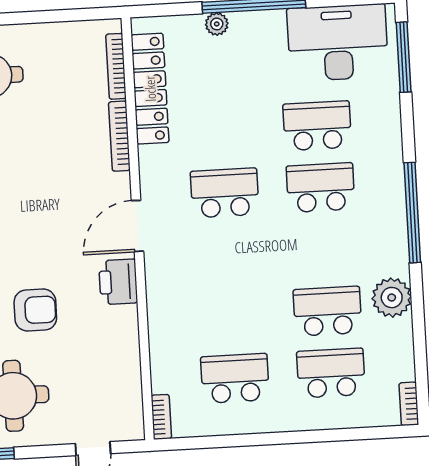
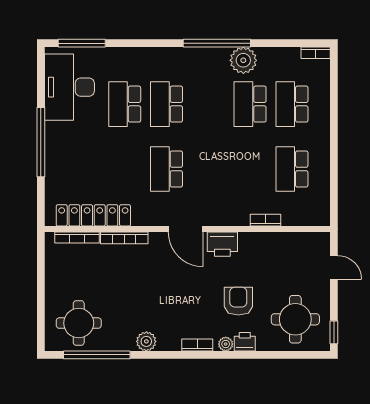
plant: (217, 24) -> (52, 168), removed
window: (412, 213) -> (217, 43), moved
bookcase: (161, 417) -> (265, 220), moved

